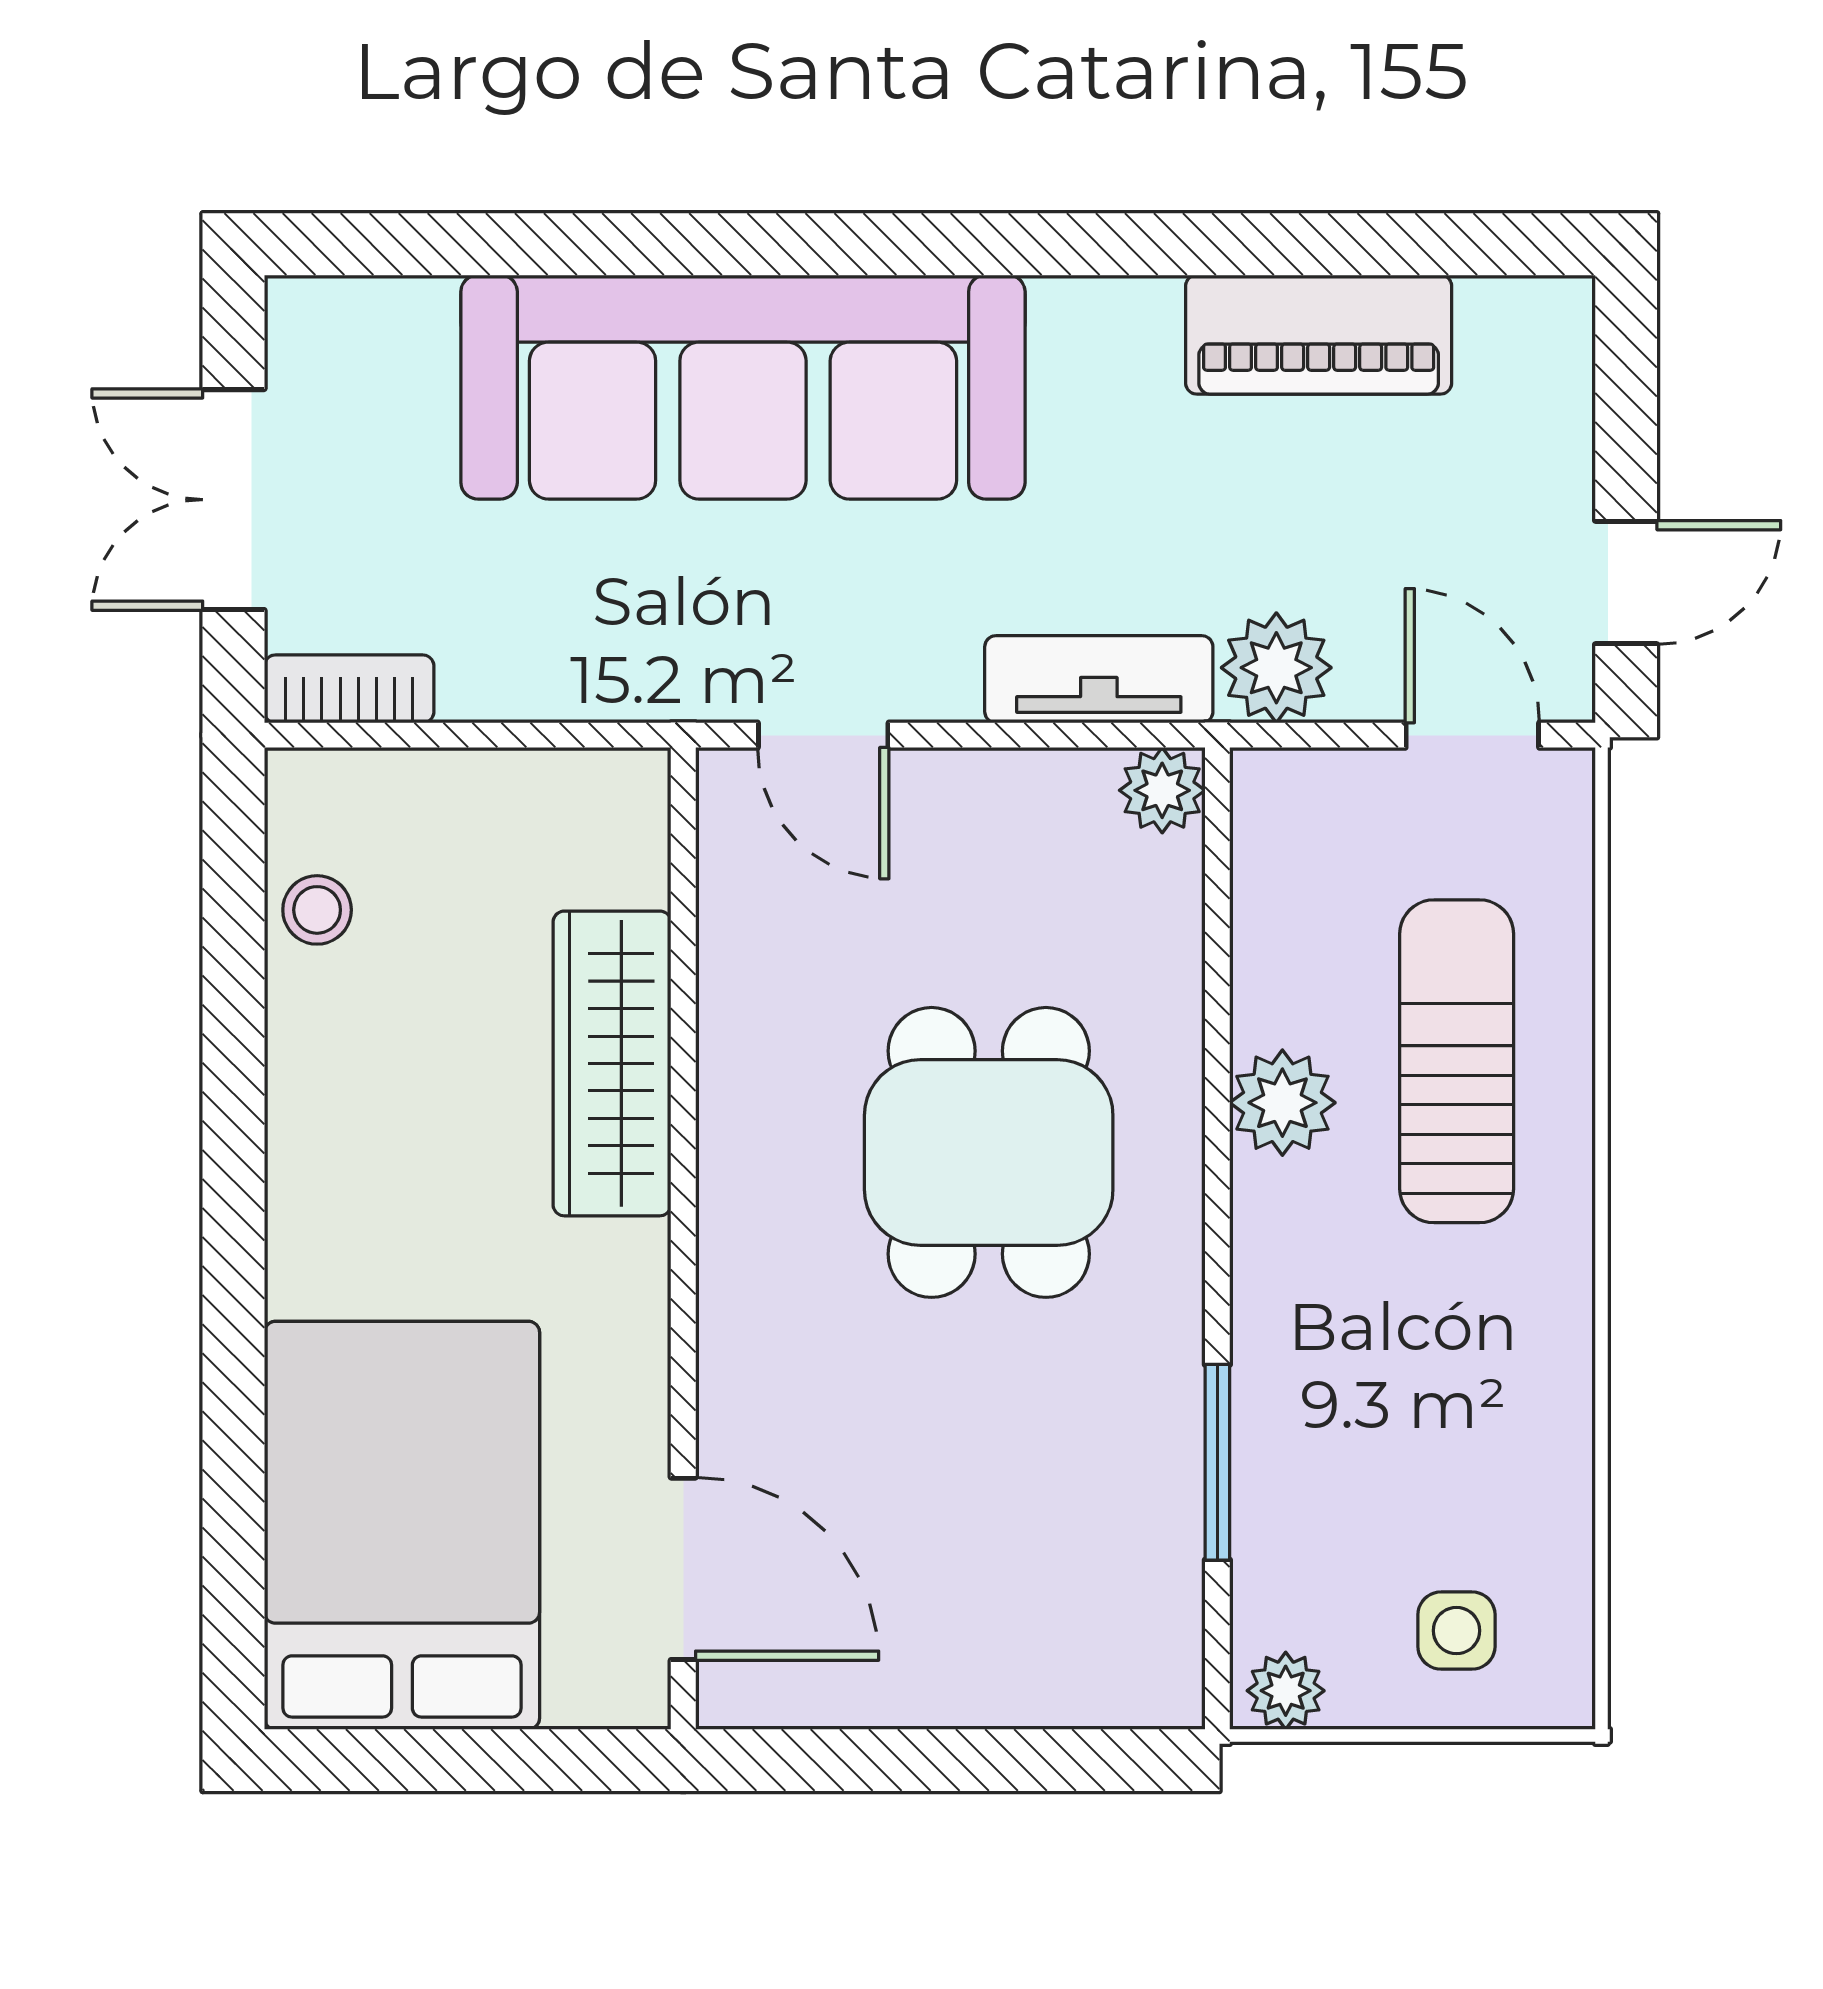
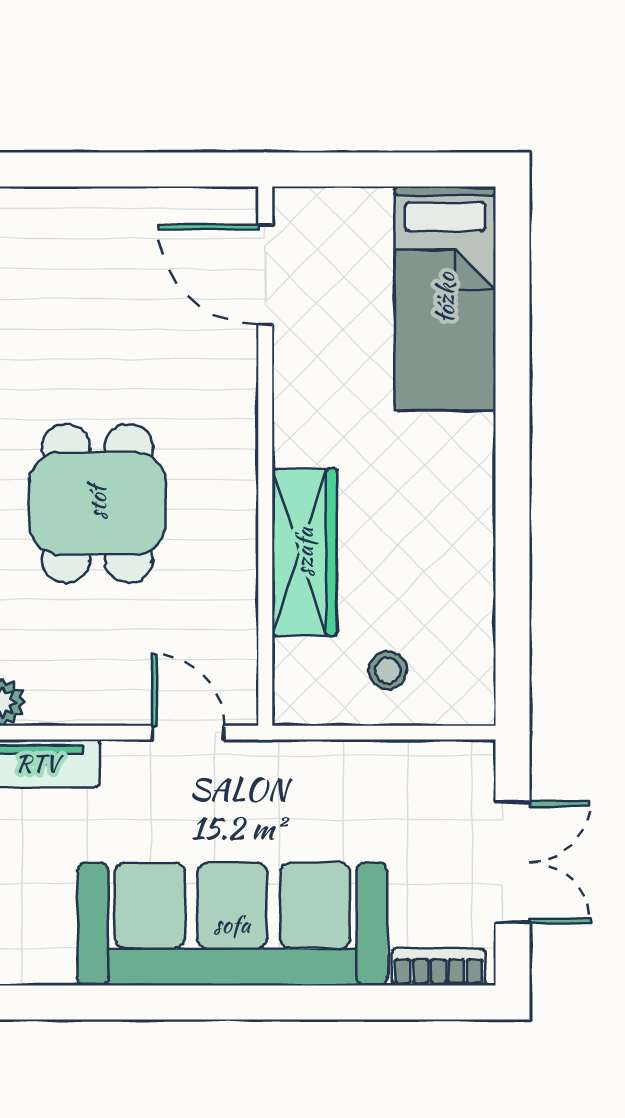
bookcase: (349, 689) -> (439, 967), moved, turned 180
stool: (317, 910) -> (388, 671), moved
bed: (402, 1525) -> (445, 298), width x0.67

